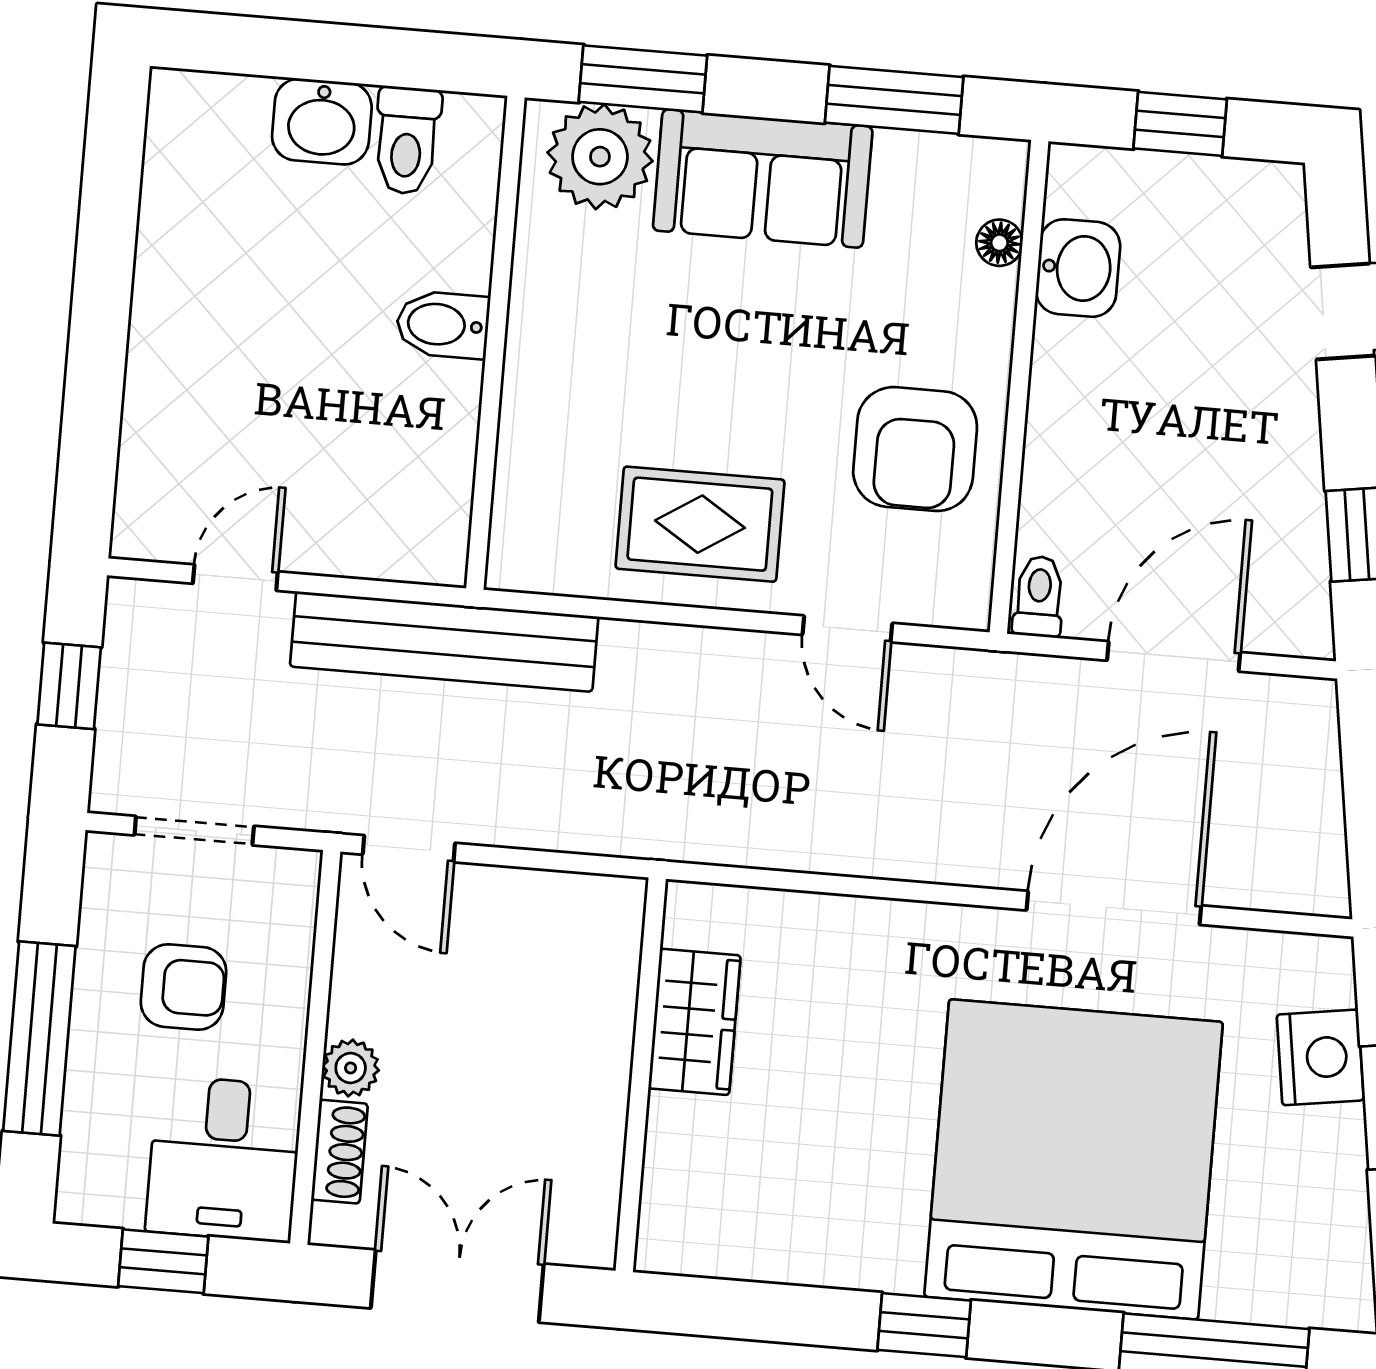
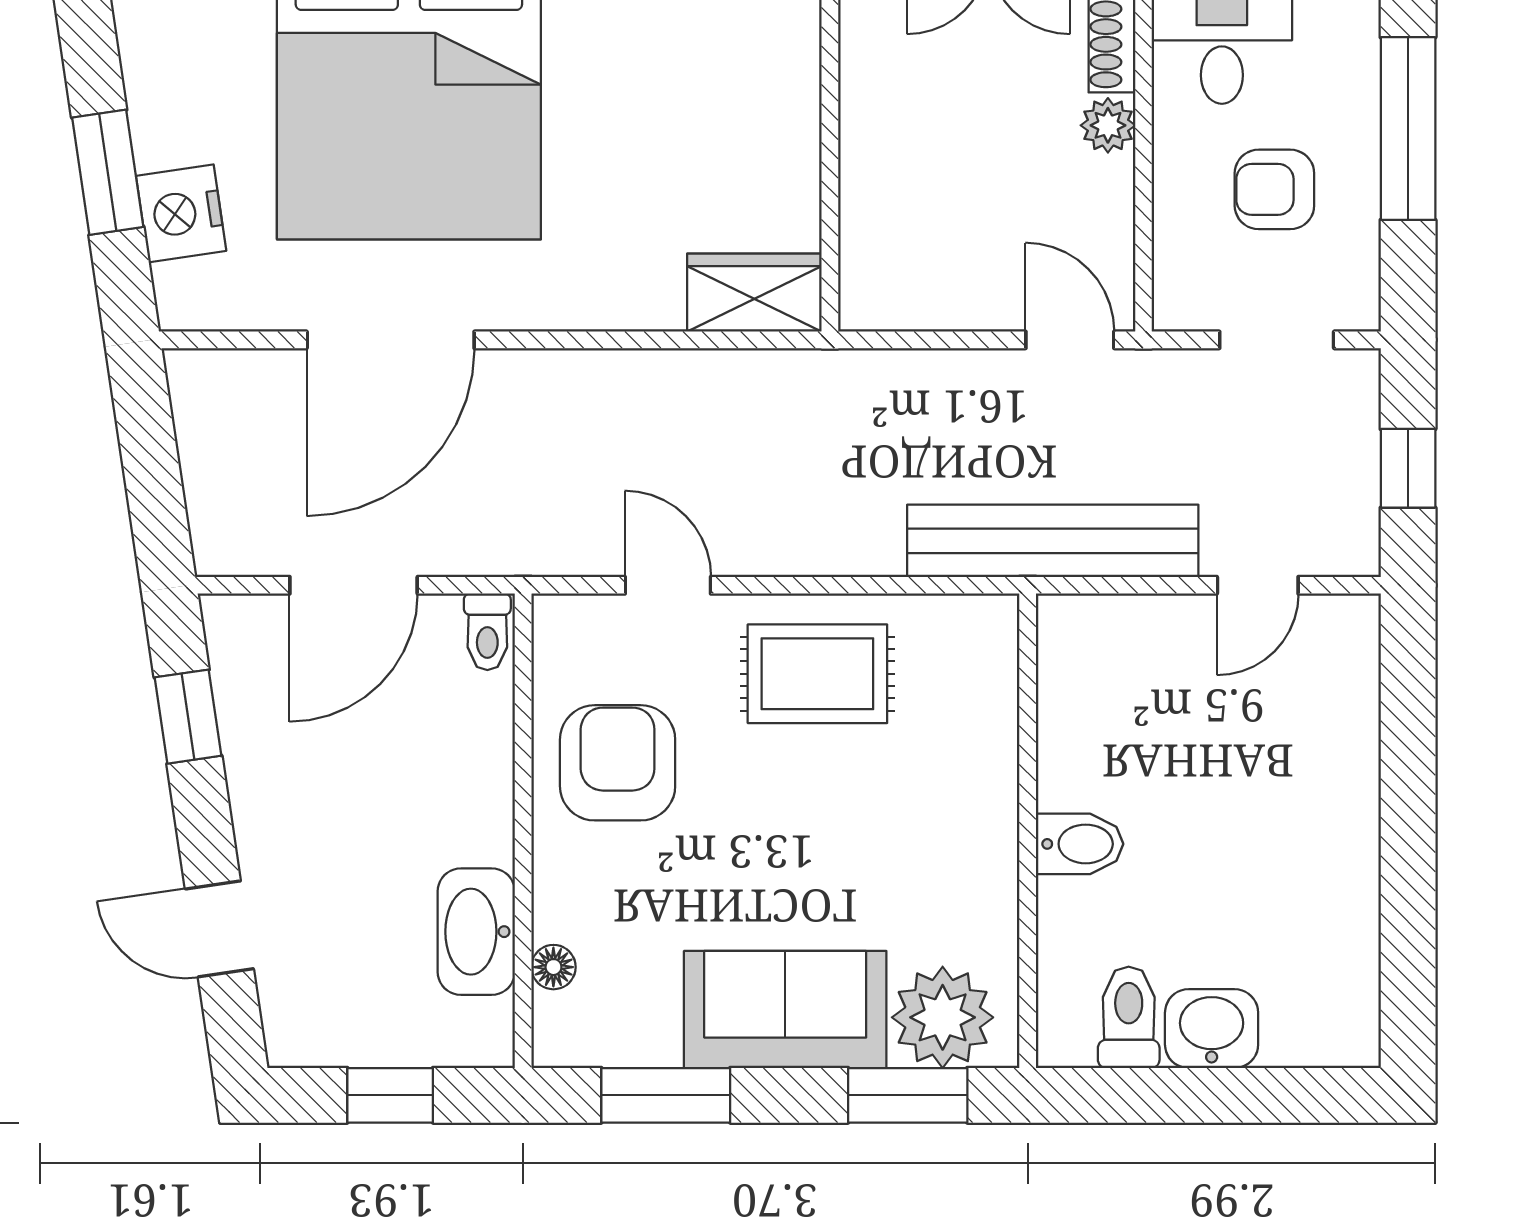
washbasin: (1078, 268) -> (476, 932), width x1.38
wardrobe: (694, 1022) -> (754, 293), moved, turned 90

